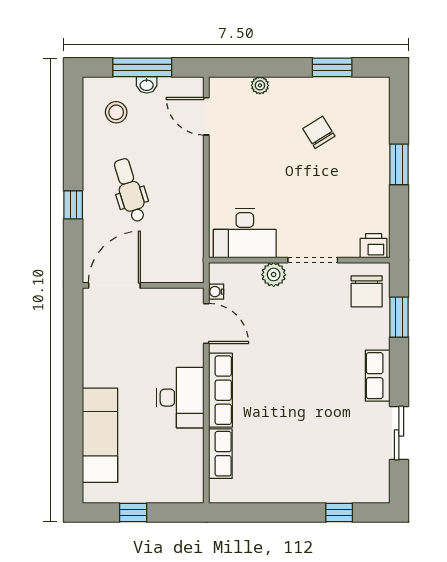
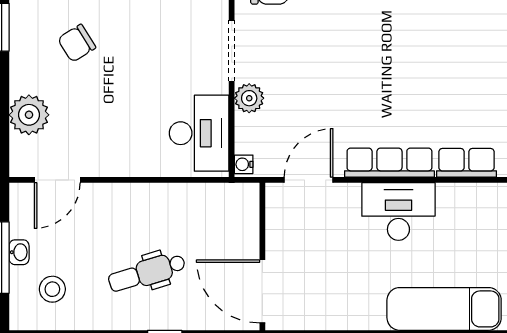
plant: (260, 85) -> (29, 115), width x1.87, depth x1.87
water cooler: (216, 292) -> (244, 164), moved, turned 90

